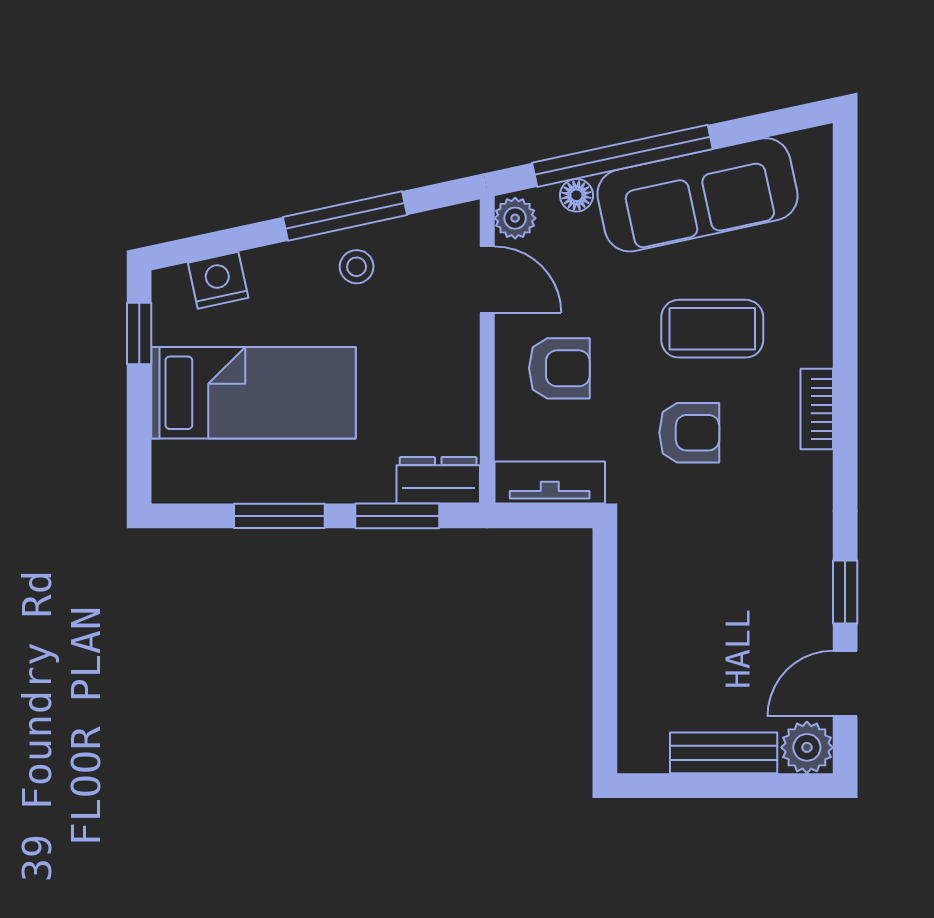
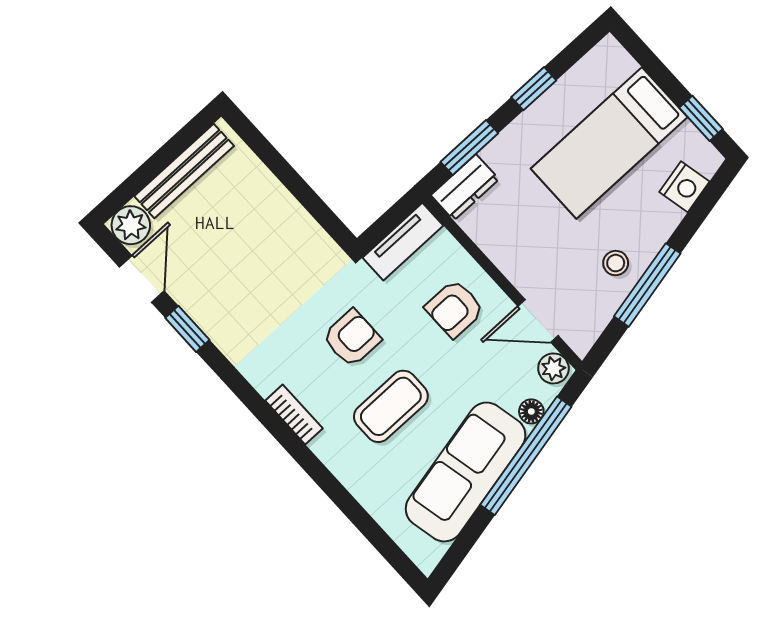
armchair: (689, 433) -> (352, 338), turned 180
window: (279, 516) -> (534, 89), width x0.67
bench: (724, 753) -> (184, 171), width x1.36

